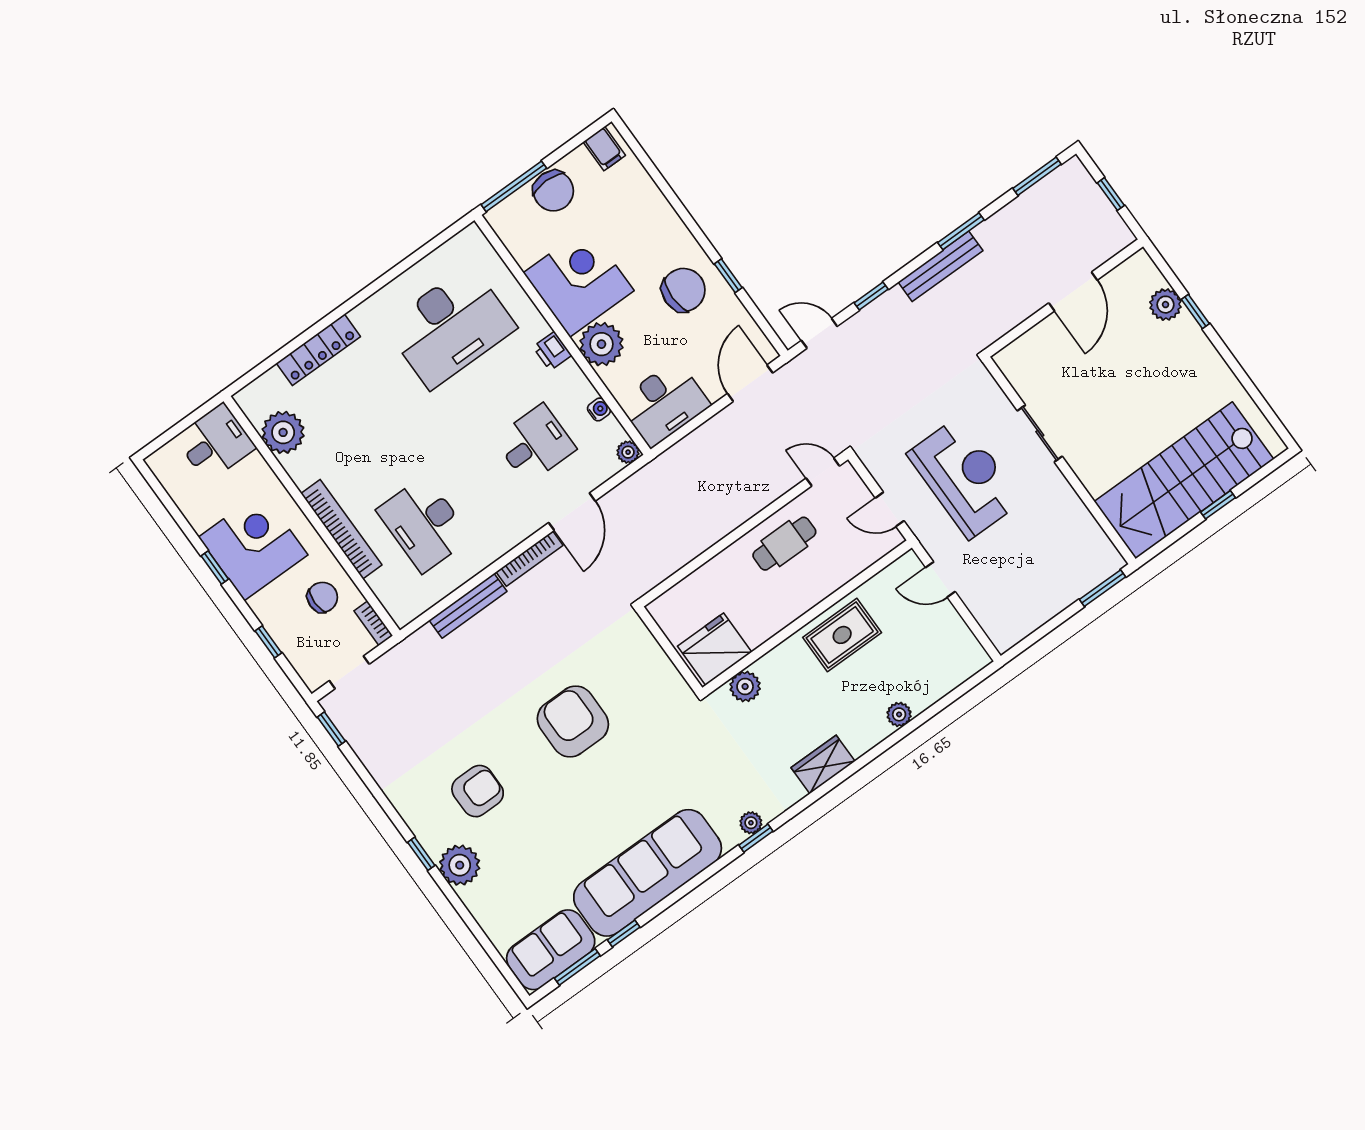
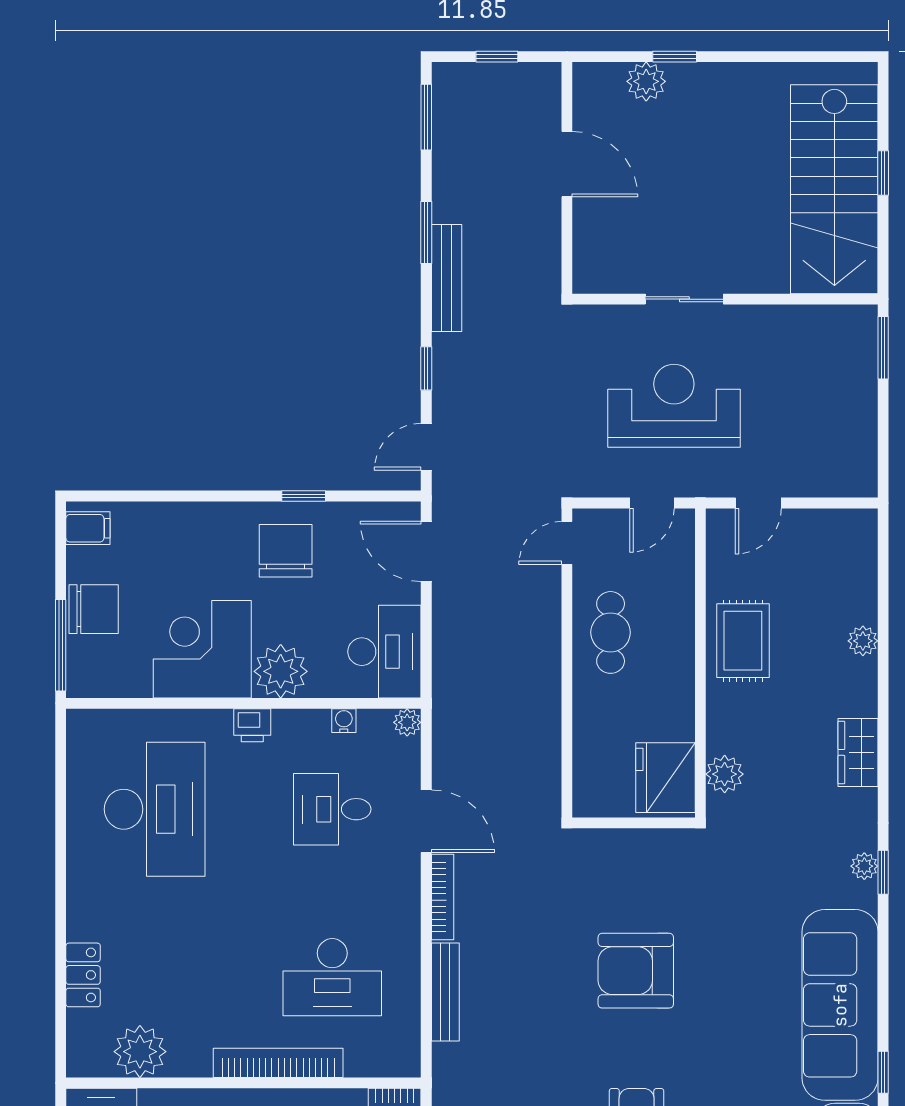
locker: (318, 350) -> (83, 975), width x0.66
desk: (535, 444) -> (332, 809), turned -90

